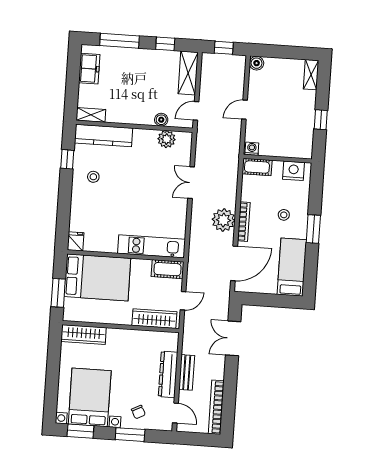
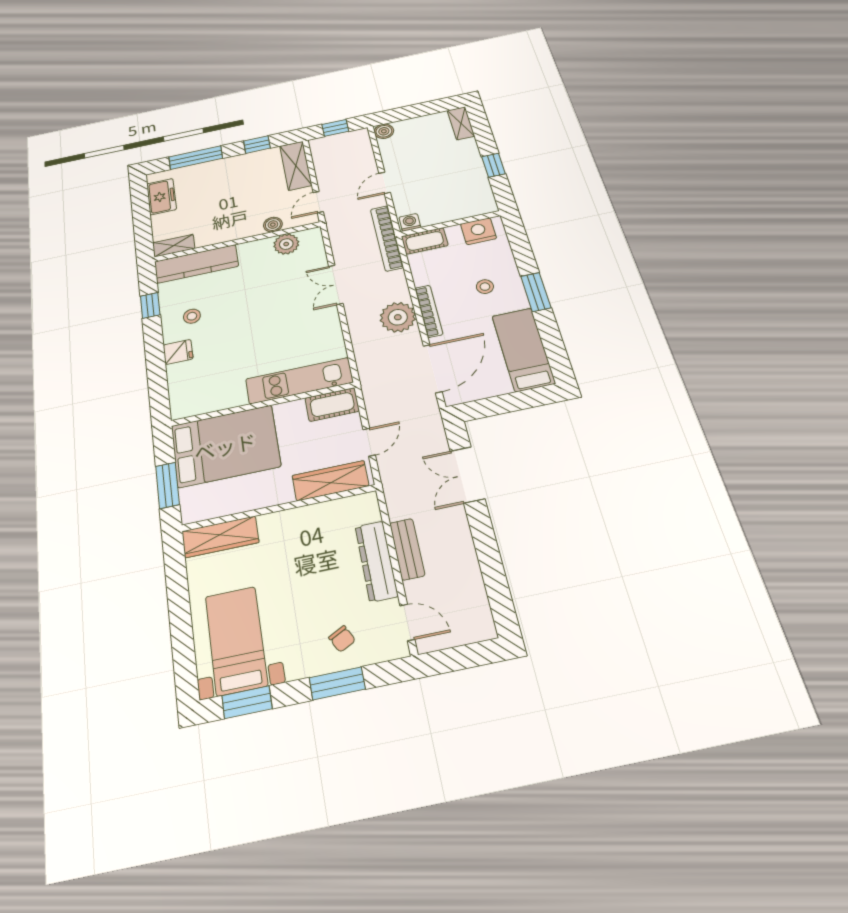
fridge: (76, 241) -> (178, 352), moved, turned 90
bed with nightstands: (90, 397) -> (236, 640), width x0.73
bookcase: (216, 407) -> (387, 238), moved

